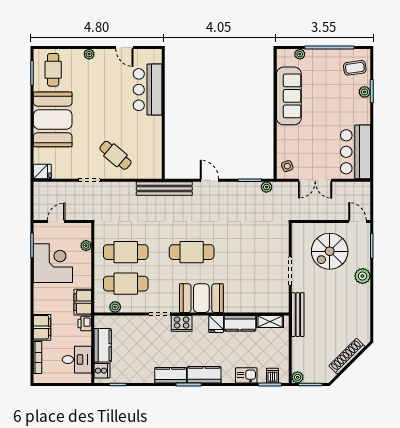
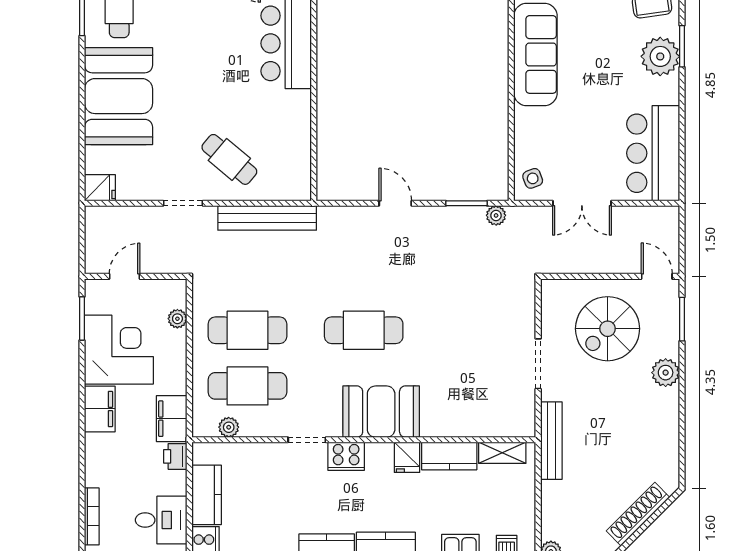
plant: (365, 92) -> (660, 56), width x1.88, depth x1.88
bench: (164, 188) -> (267, 218), moved
filing cabinet: (42, 327) -> (100, 409), moved

